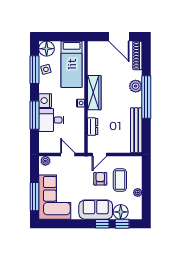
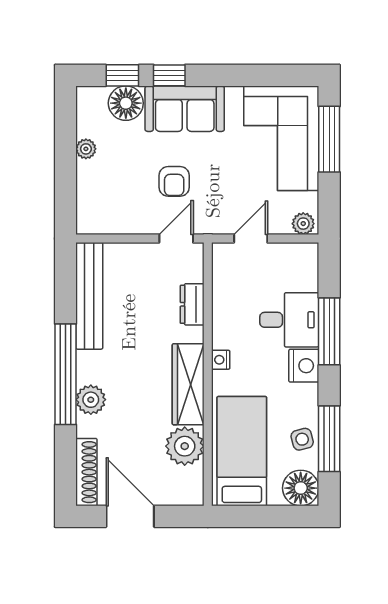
plant: (96, 66) -> (185, 446), added
door: (68, 155) -> (251, 238), swing flipped
coffee table: (120, 180) -> (128, 178), removed

